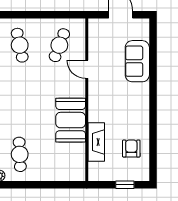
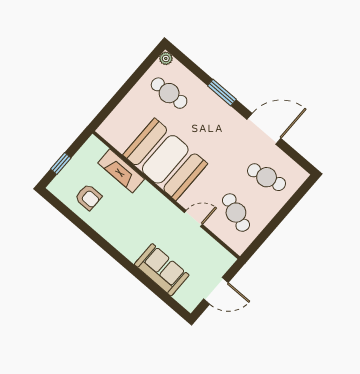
booth: (71, 120) -> (165, 159), width x1.36, depth x1.42

